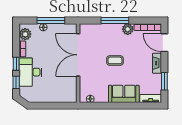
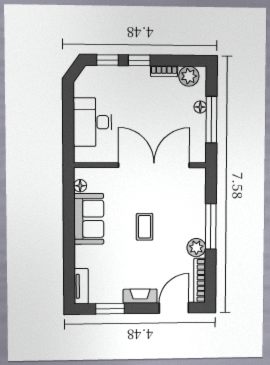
desk: (30, 72) -> (92, 122), moved, turned -90
sofa: (124, 94) -> (89, 219), moved

